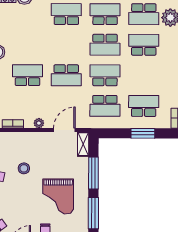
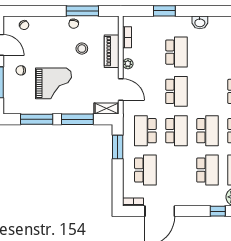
school desk: (105, 45) -> (208, 131), turned 180
school desk: (66, 75) -> (176, 91), turned 180
window: (143, 133) -> (118, 147), moved
piano: (27, 139) -> (112, 51), added
grand piano: (58, 196) -> (53, 83), turned 180

